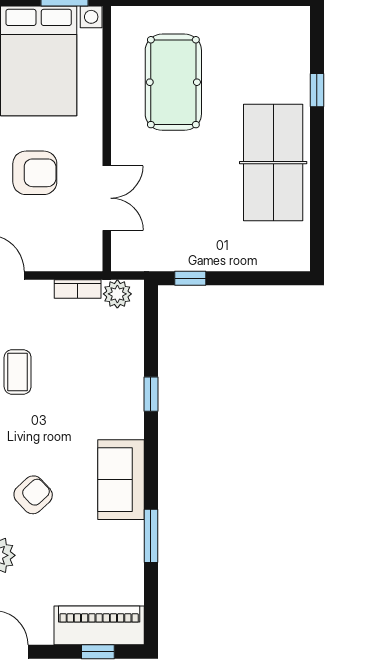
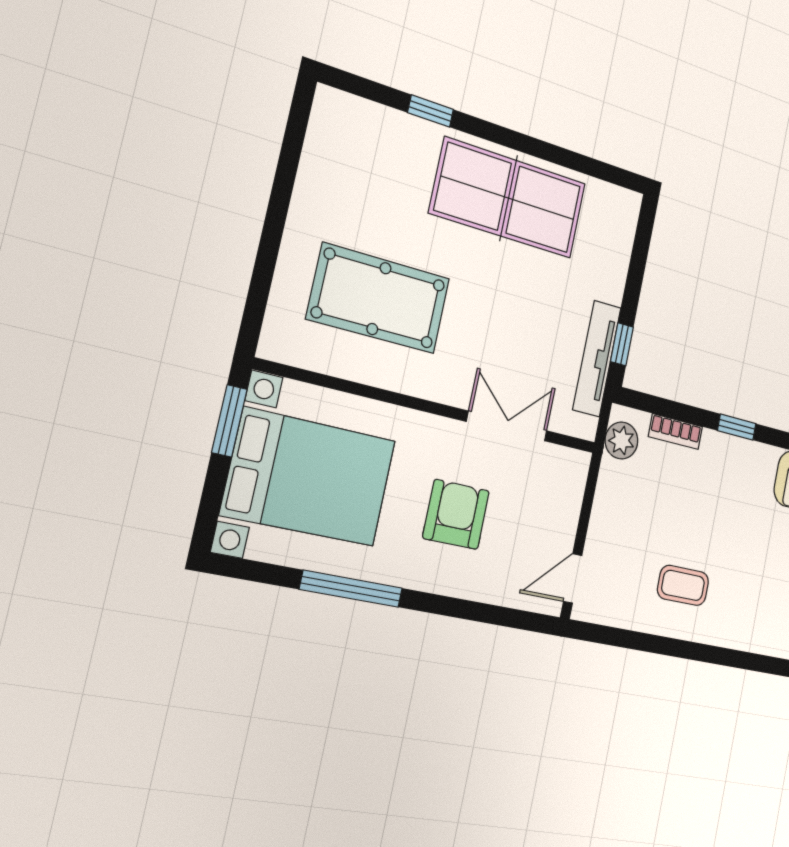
tv unit: (174, 260) -> (597, 359), added
bookcase: (78, 289) -> (675, 432), moved, turned 90

